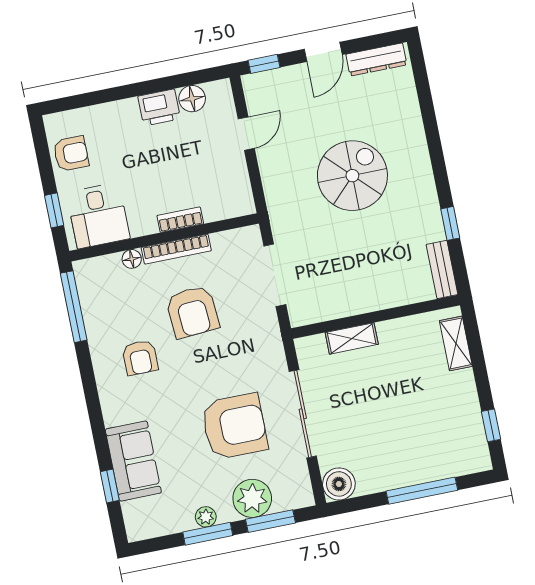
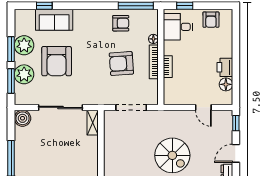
door: (323, 52) -> (236, 153), hinge flipped
shelving: (352, 338) -> (93, 123), moved
armchair: (140, 358) -> (121, 23), moved, turned 180
armchair: (234, 426) -> (57, 61), moved
plant: (206, 517) -> (24, 45), width x1.88, depth x1.88

